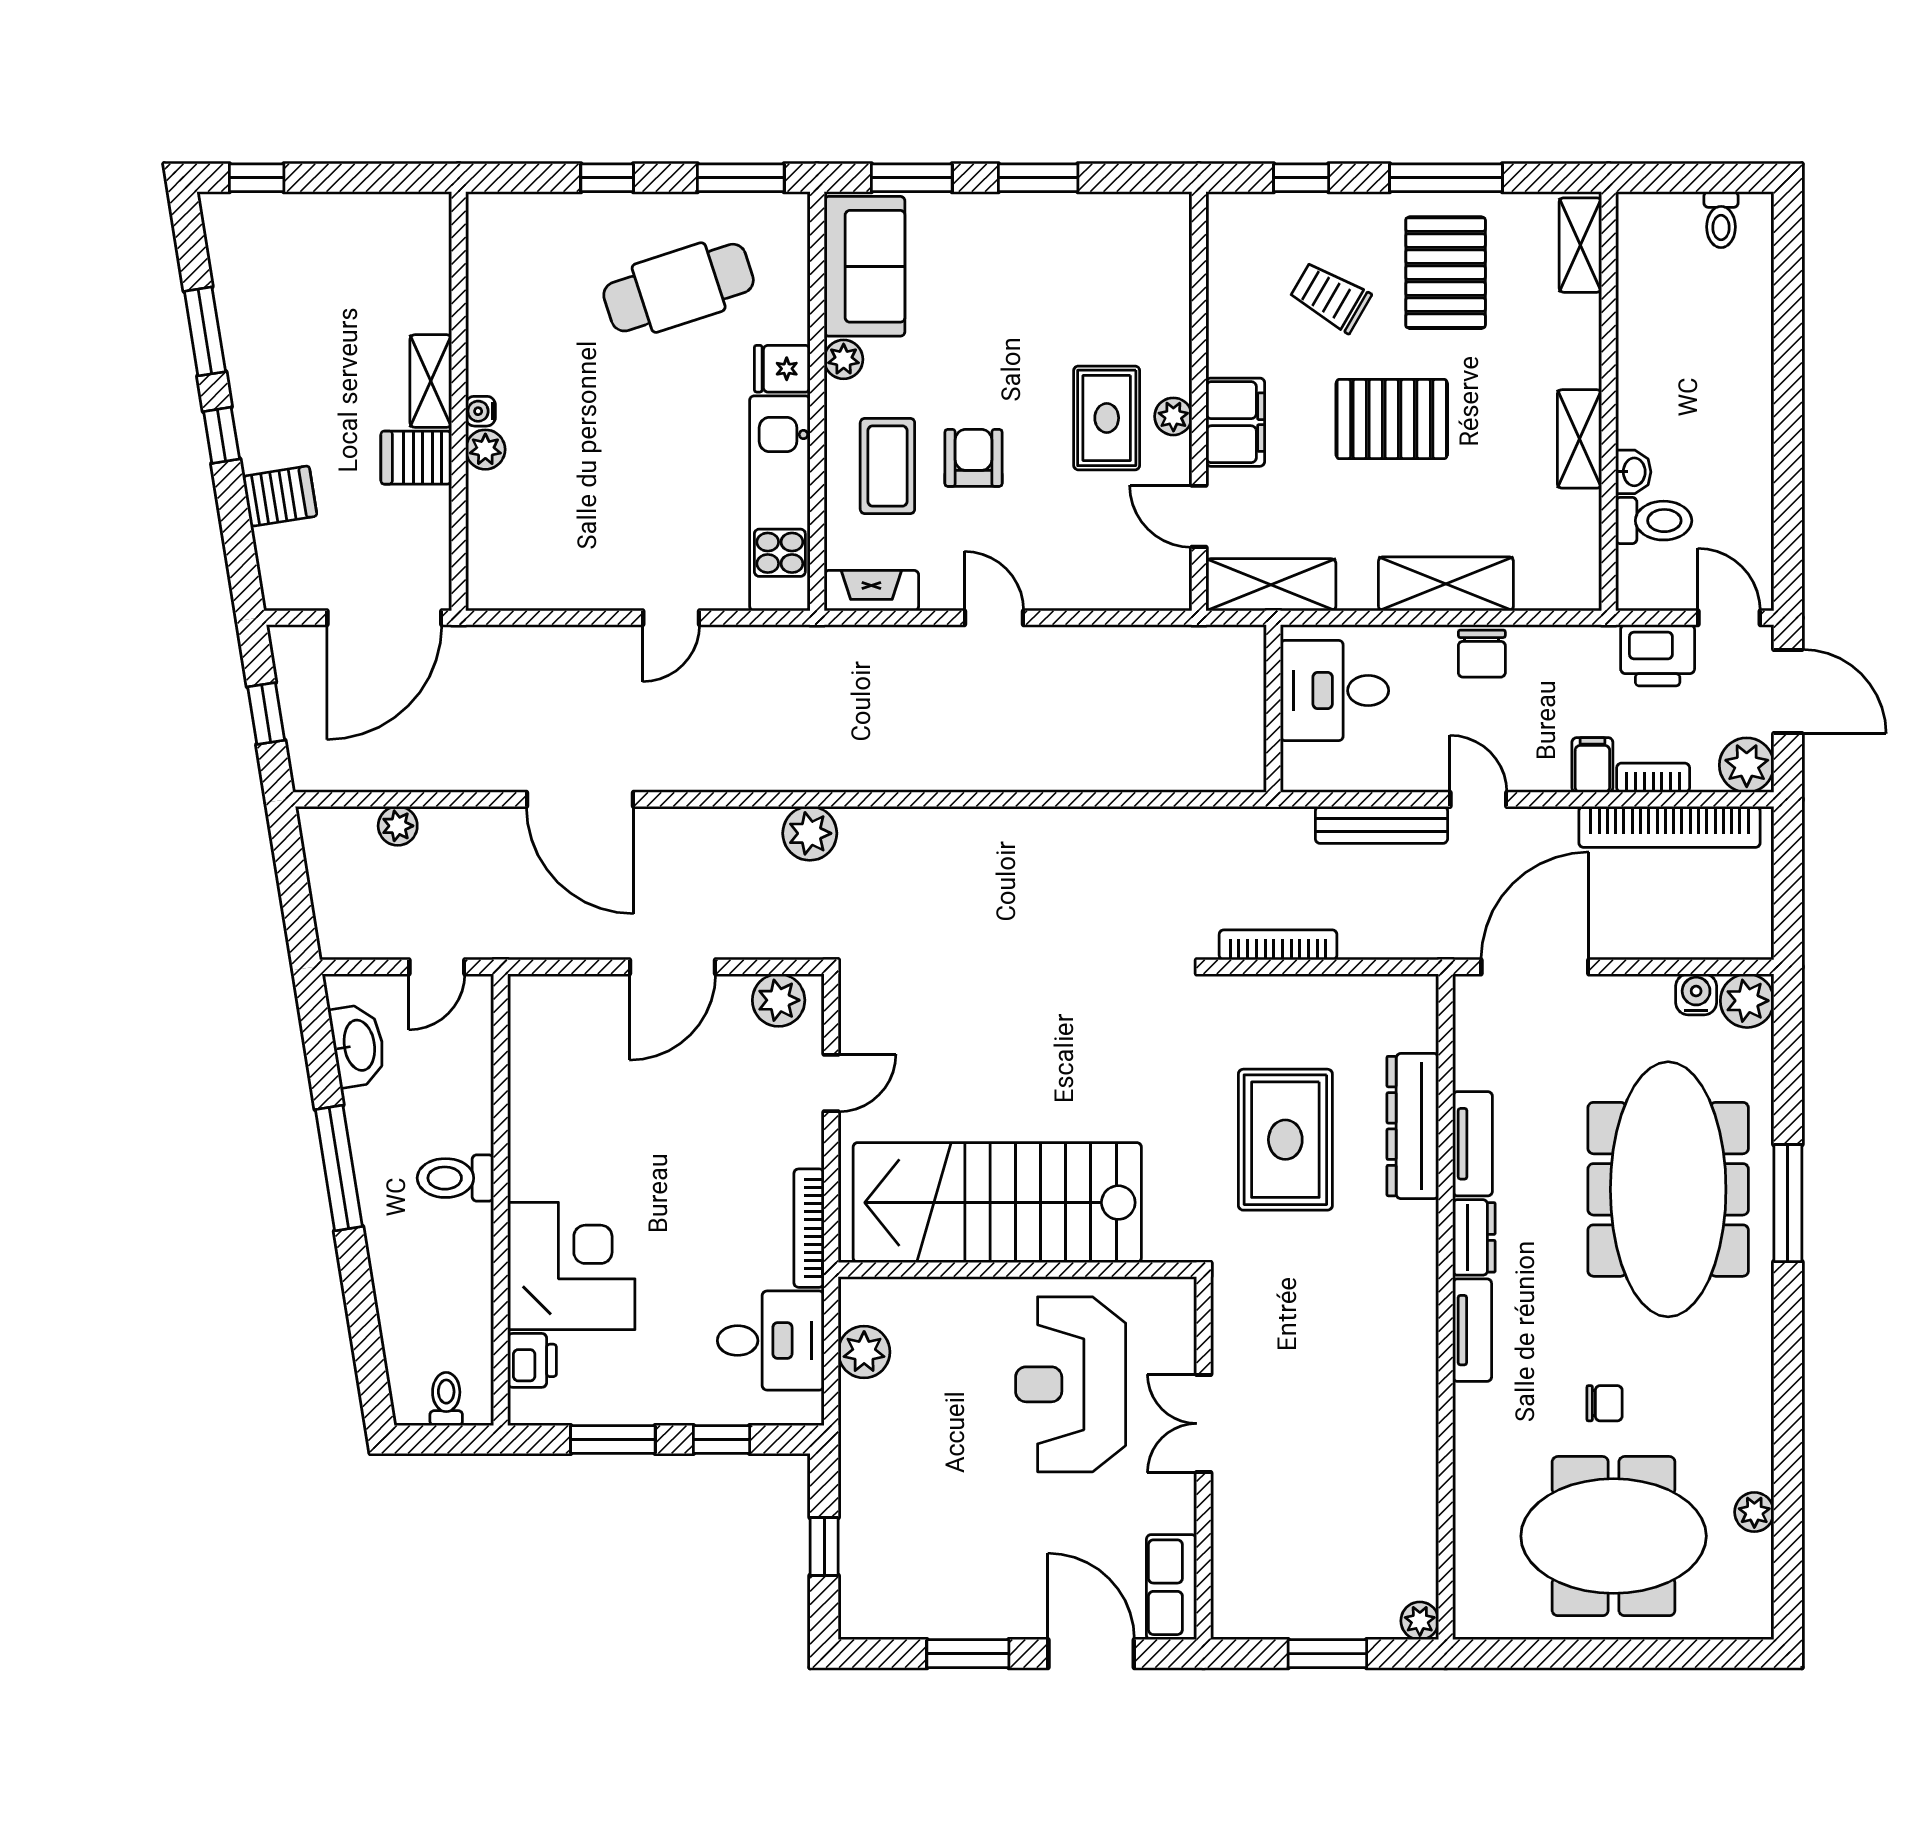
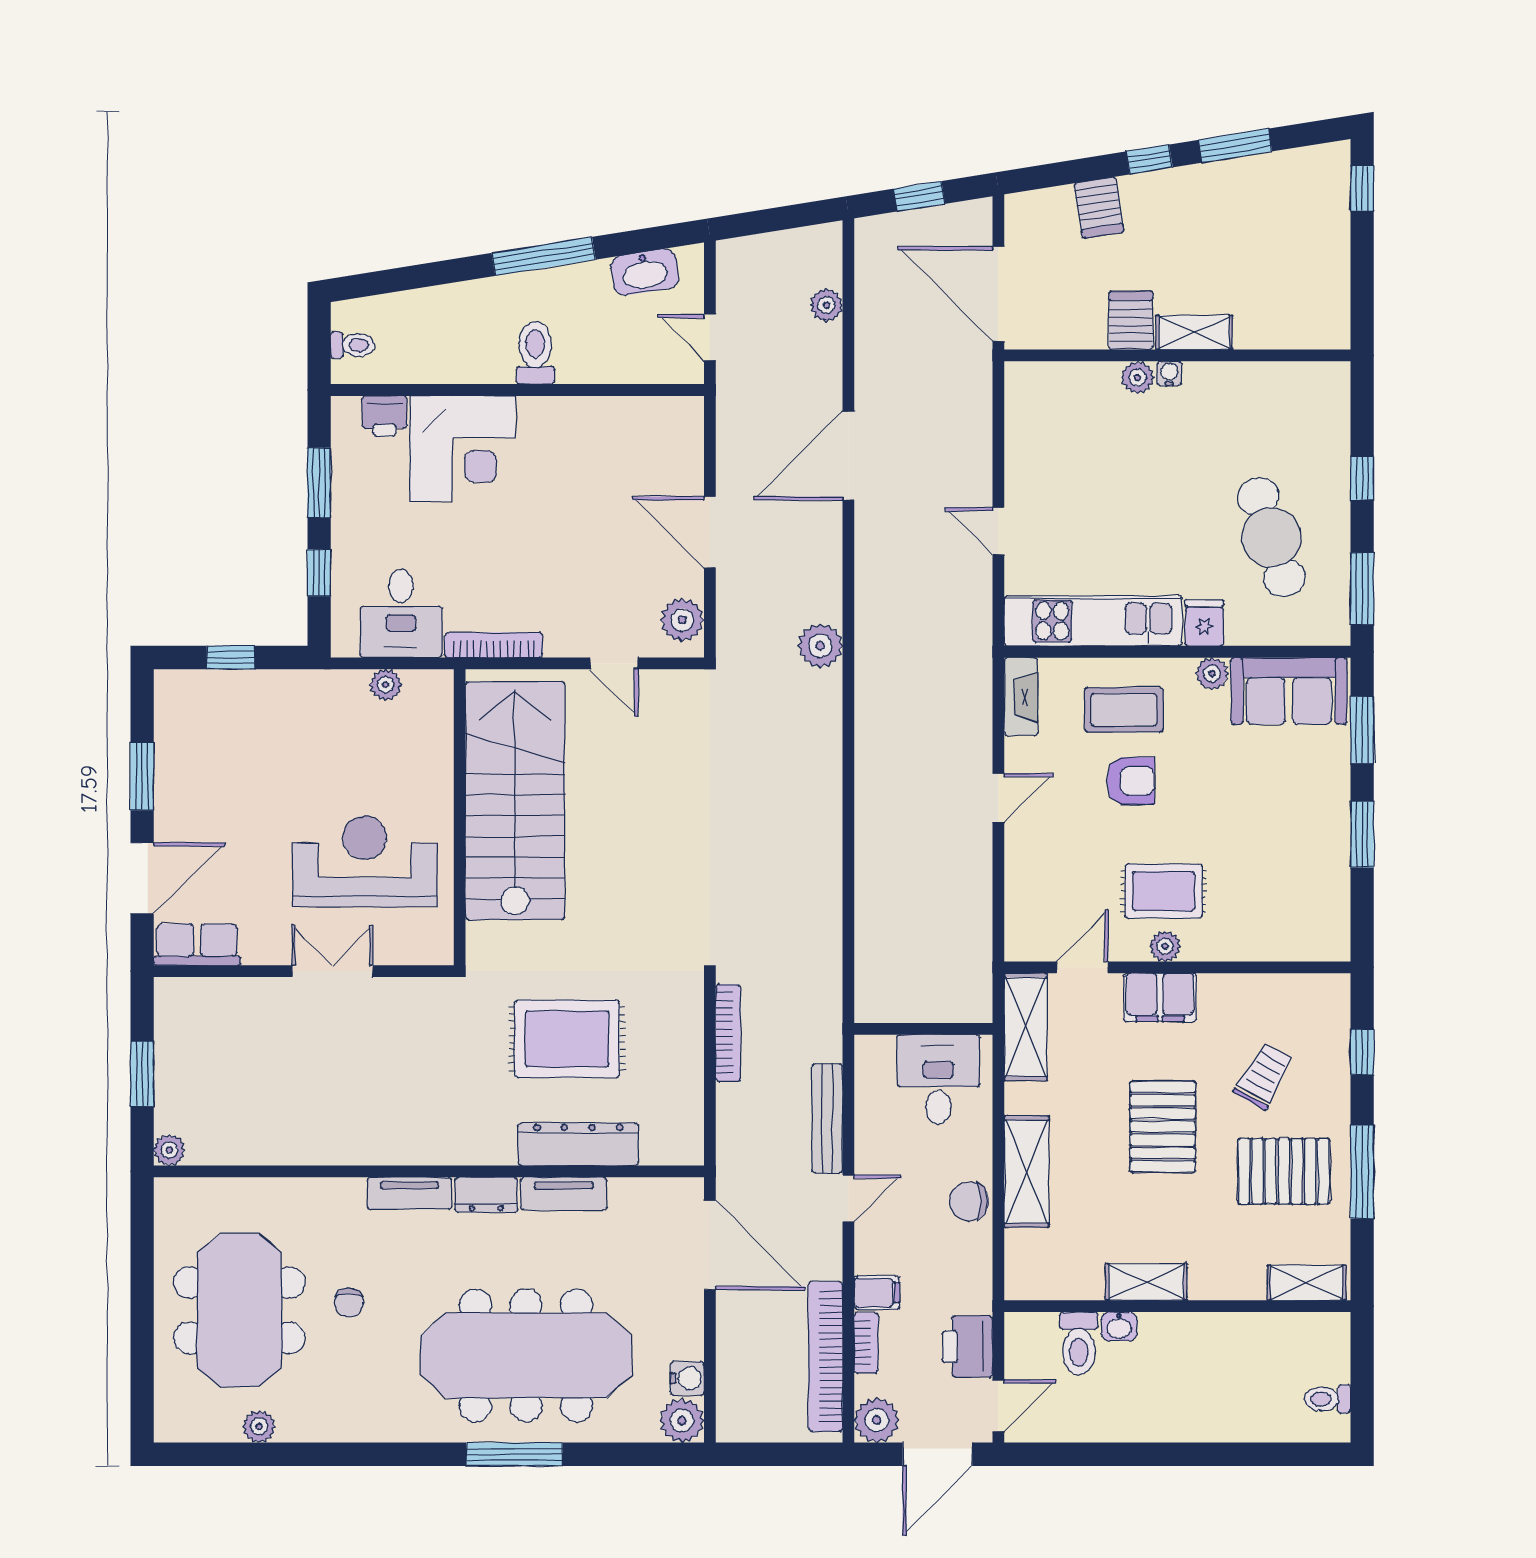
plant: (864, 1352) -> (386, 685), width x0.73, depth x0.73

